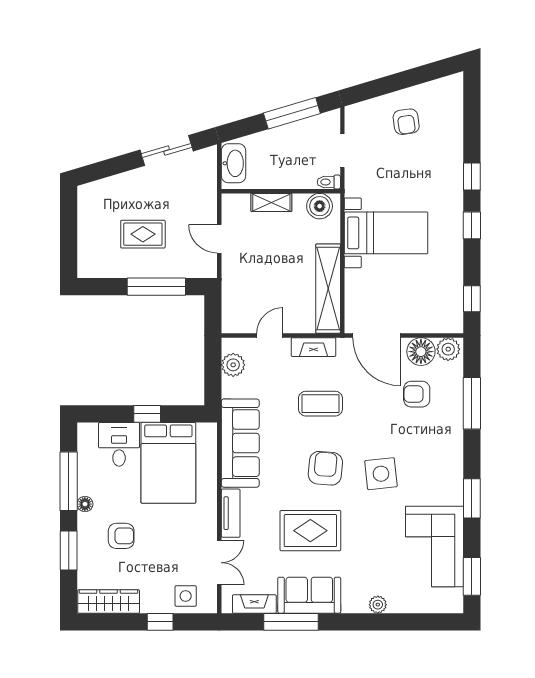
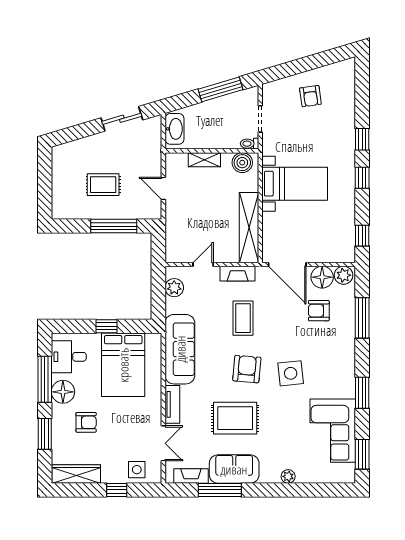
coffee table: (320, 404) -> (243, 318), turned 90
desk: (119, 444) -> (69, 357), moved, turned -90
floor lamp: (85, 504) -> (63, 392), width x1.89, depth x1.89

